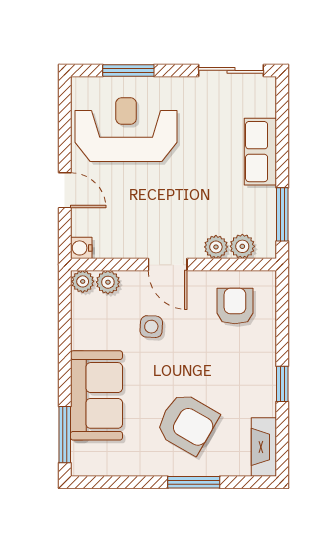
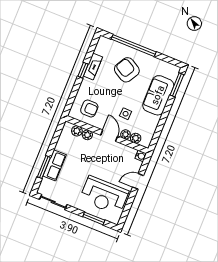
door: (65, 190) -> (138, 181), hinge flipped
window: (282, 214) -> (44, 167), moved
plant: (83, 281) -> (126, 134), moved
armchair: (235, 306) -> (89, 108), turned -90
fireplace: (264, 447) -> (93, 67), moved
window: (194, 482) -> (134, 46), width x2.11

